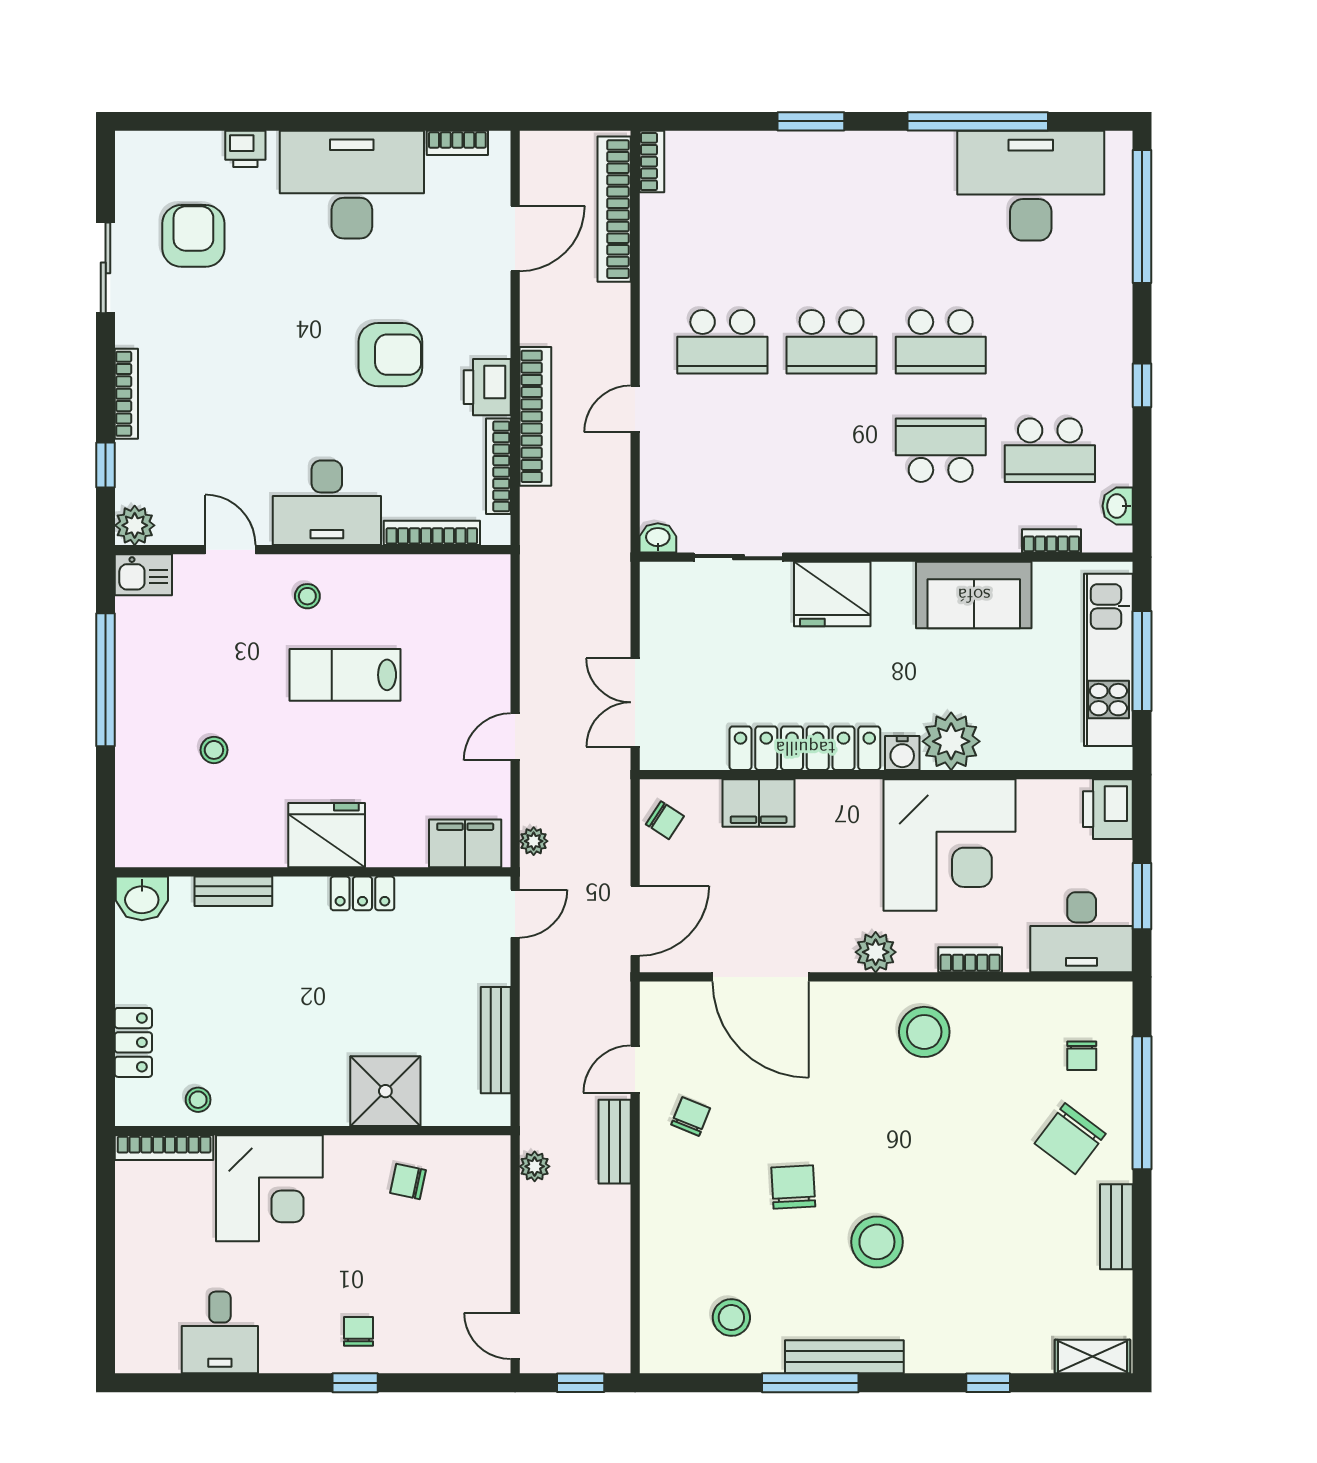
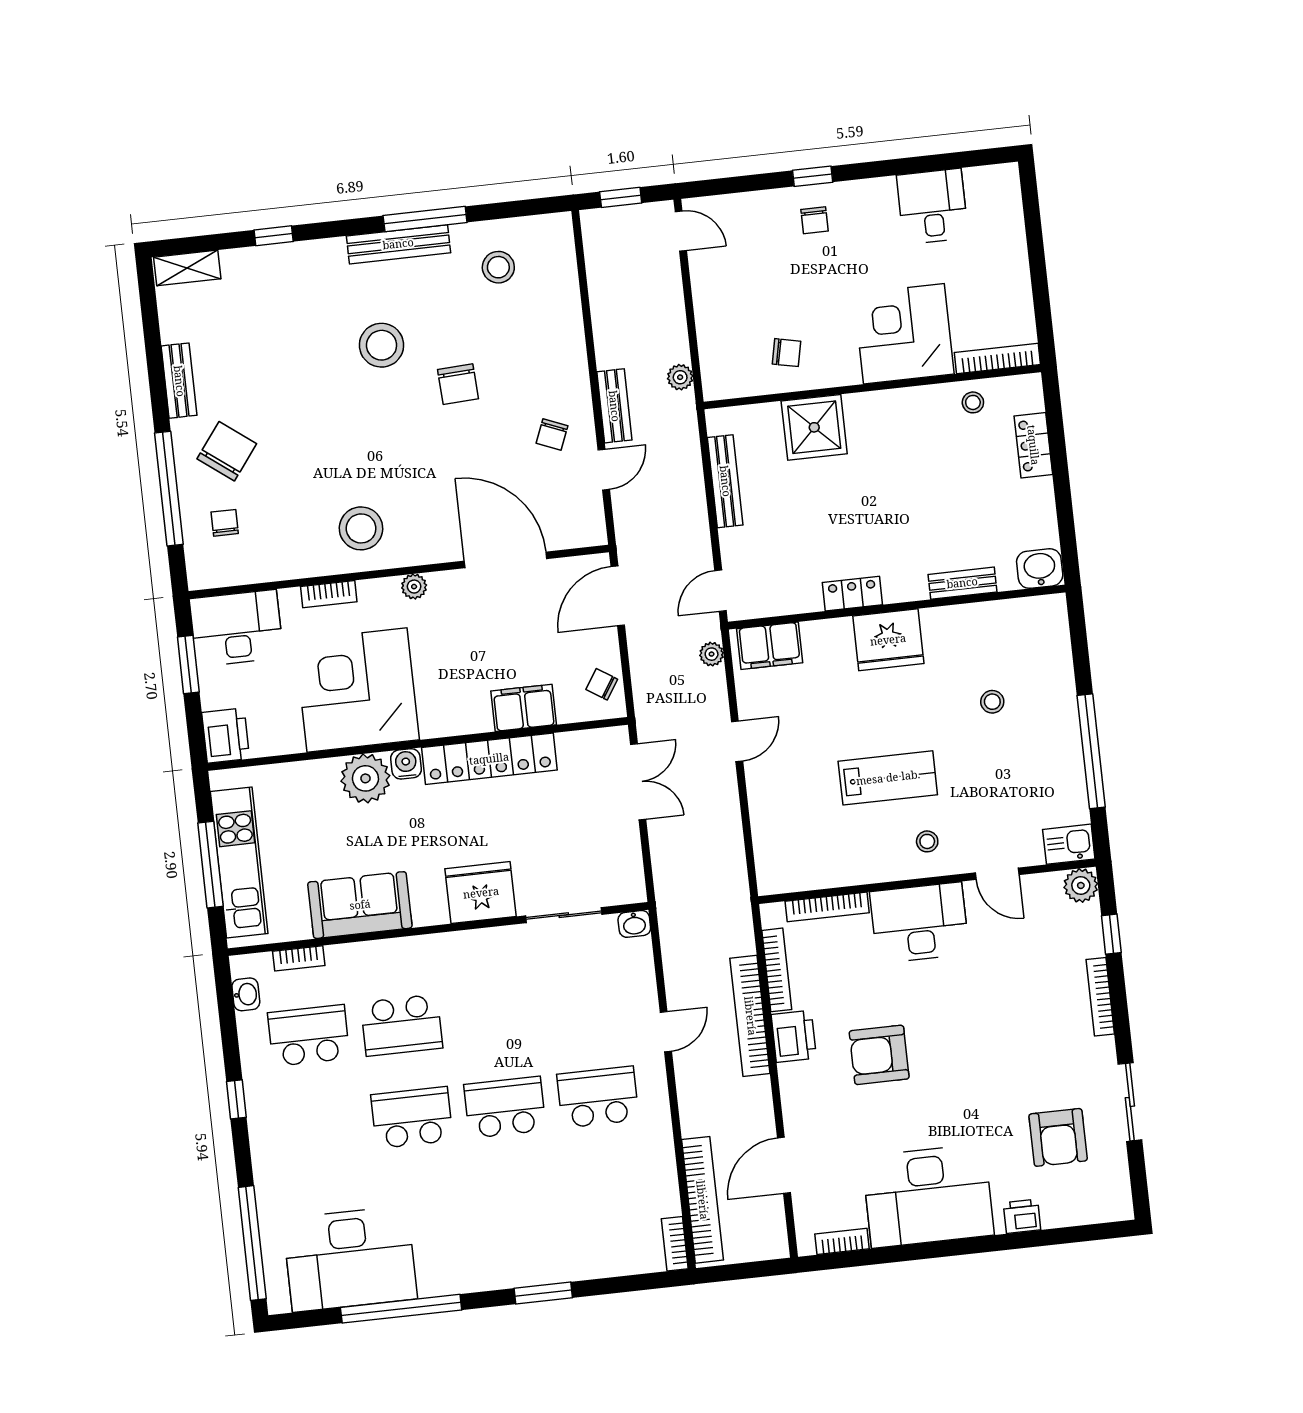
plant: (876, 952) -> (414, 587), width x0.73, depth x0.73

